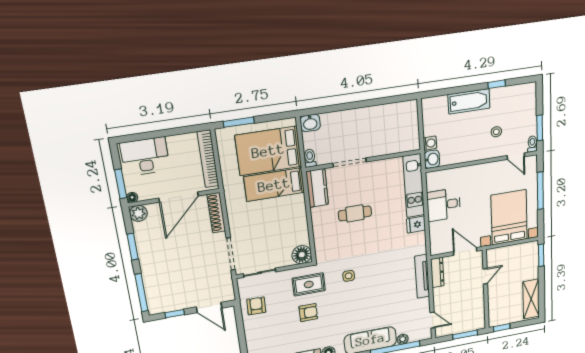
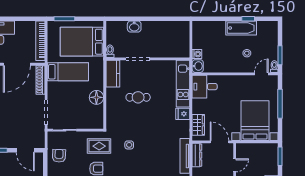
bathtub: (469, 101) -> (241, 28), moved
washbasin: (310, 123) -> (134, 27), moved
door: (516, 156) -> (261, 74), swing flipped
bed: (274, 185) -> (68, 72), moved, turned 180
desk: (444, 205) -> (205, 87), moved
wardrobe: (437, 235) -> (198, 125), added
floor lamp: (302, 255) -> (96, 97), moved

